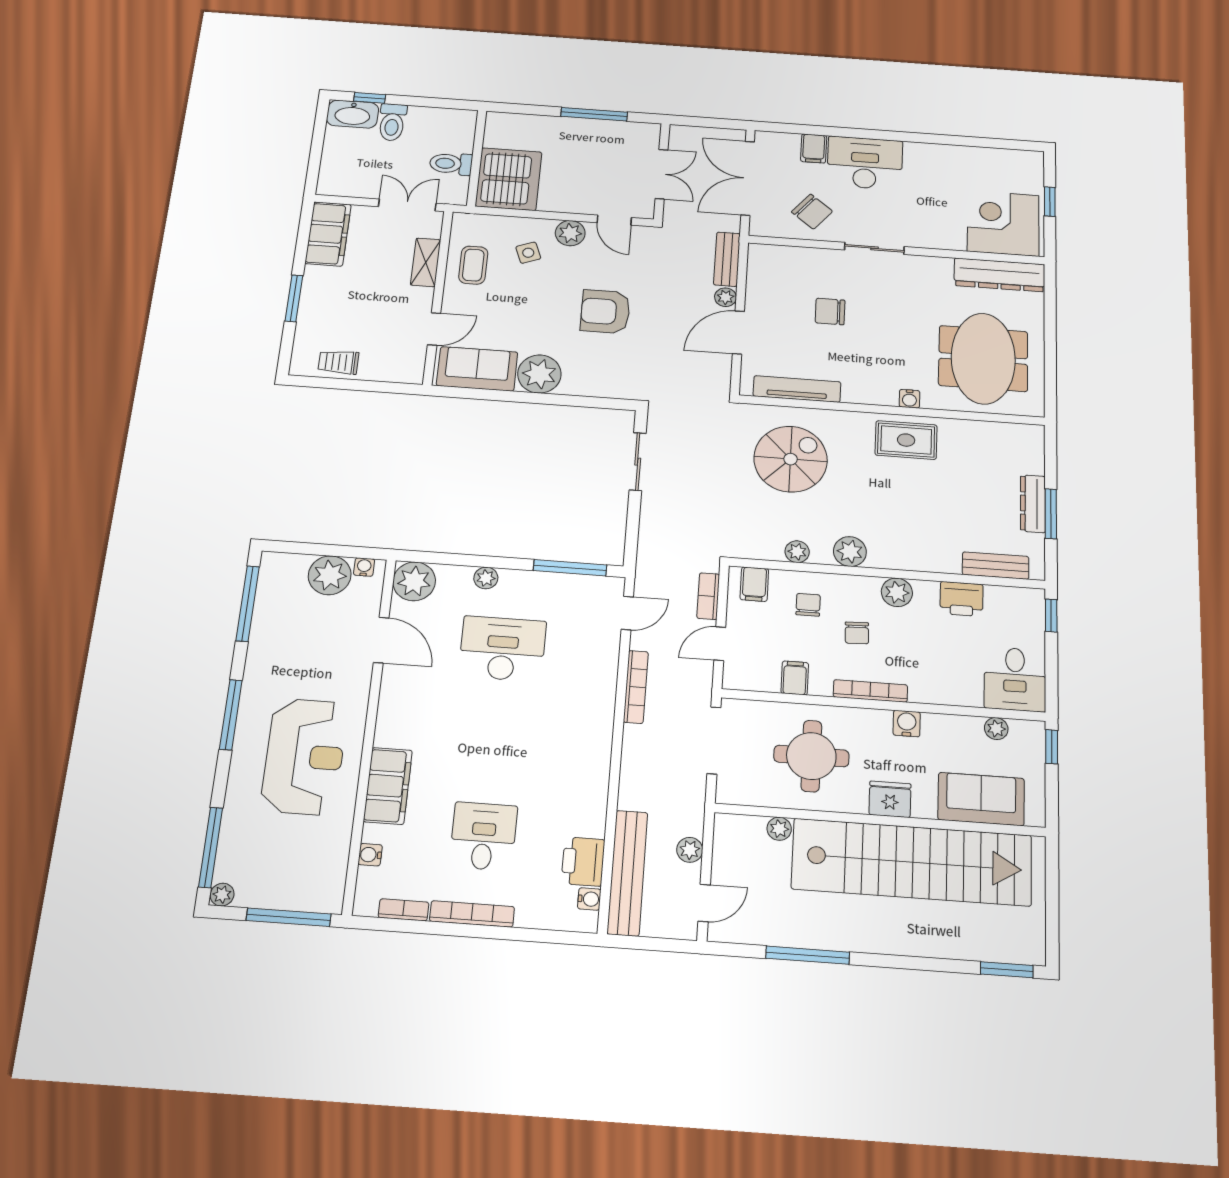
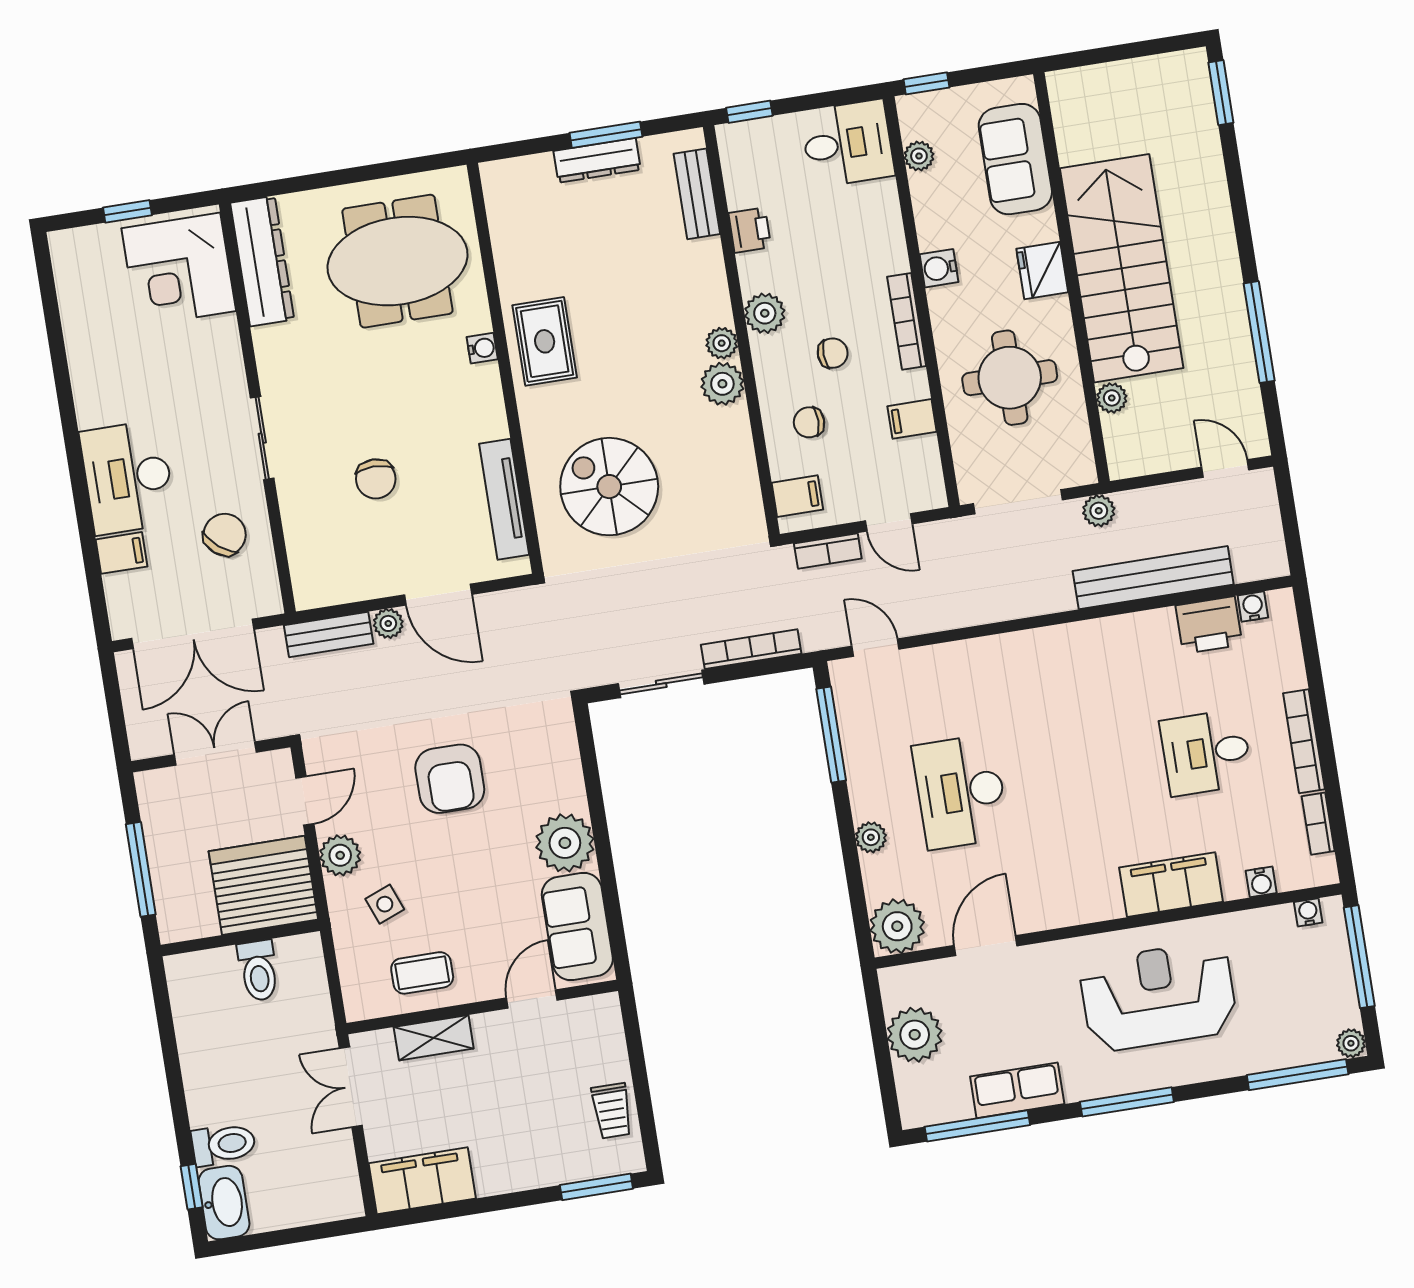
wall: (477, 158) -> (240, 938), moved
toilet: (451, 164) -> (258, 971), moved
server rack: (509, 179) -> (263, 885), moved
window: (294, 298) -> (596, 1187), moved
door: (434, 329) -> (532, 999), hinge flipped
plant: (797, 552) -> (722, 343), moved
water cooler: (364, 567) -> (1308, 912), moved, turned 90
printer: (962, 599) -> (750, 230), width x0.73, depth x0.81
row of seats: (265, 638) -> (1017, 1090), added
bookcase: (636, 687) -> (751, 649), moved
plant: (690, 850) -> (1099, 511), moved
stairs: (912, 862) -> (1122, 268), width x0.73
bench: (627, 873) -> (1153, 578), moved

